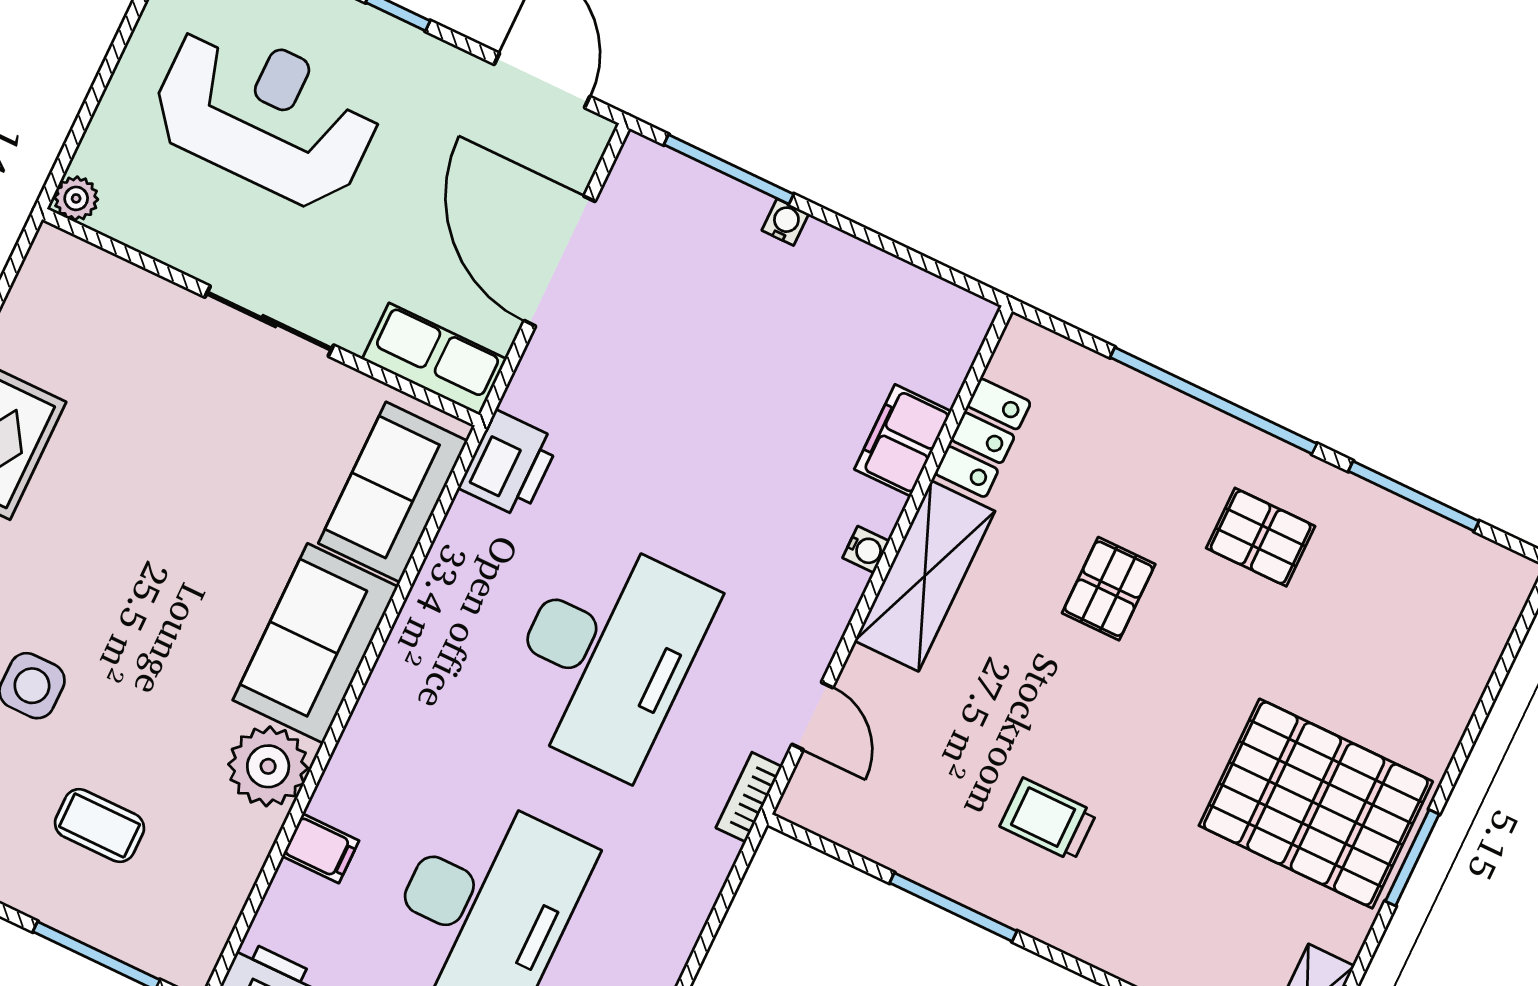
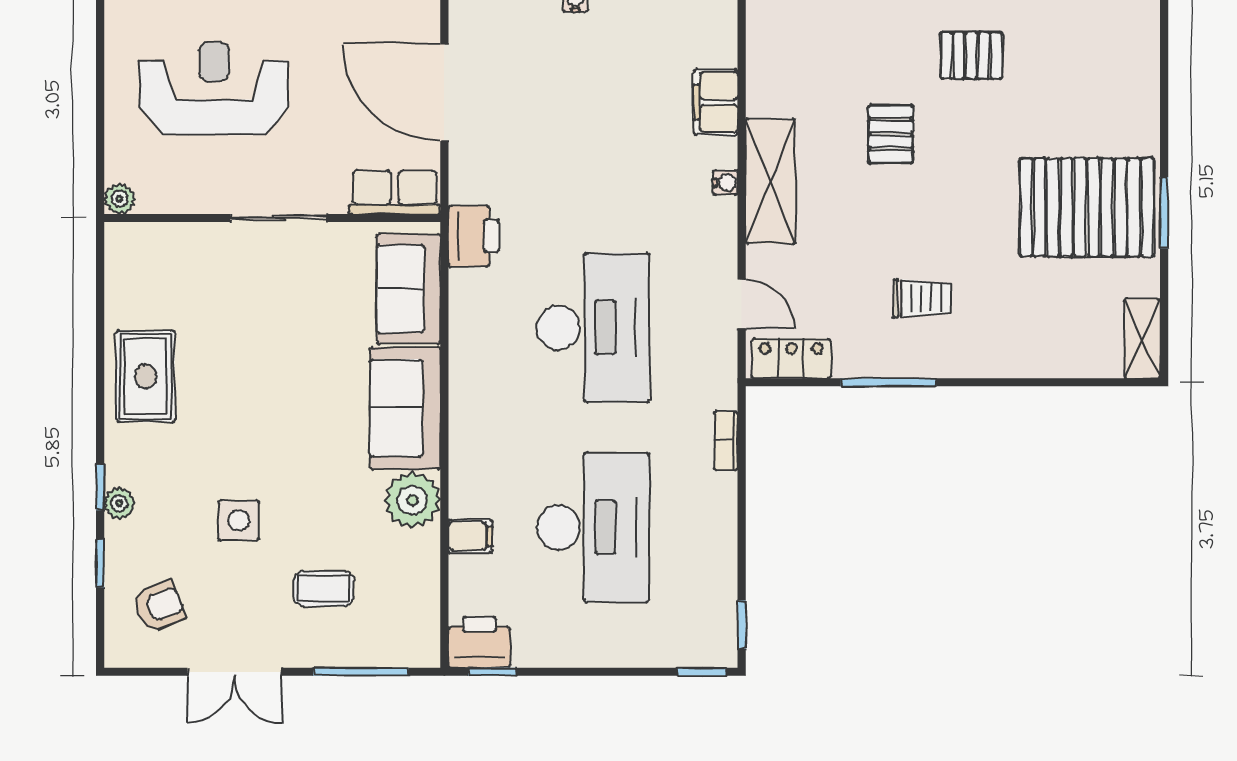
locker: (983, 438) -> (791, 358), moved, turned -90
bookcase: (749, 797) -> (726, 441), moved
trolley: (1048, 820) -> (922, 298), turned 180

